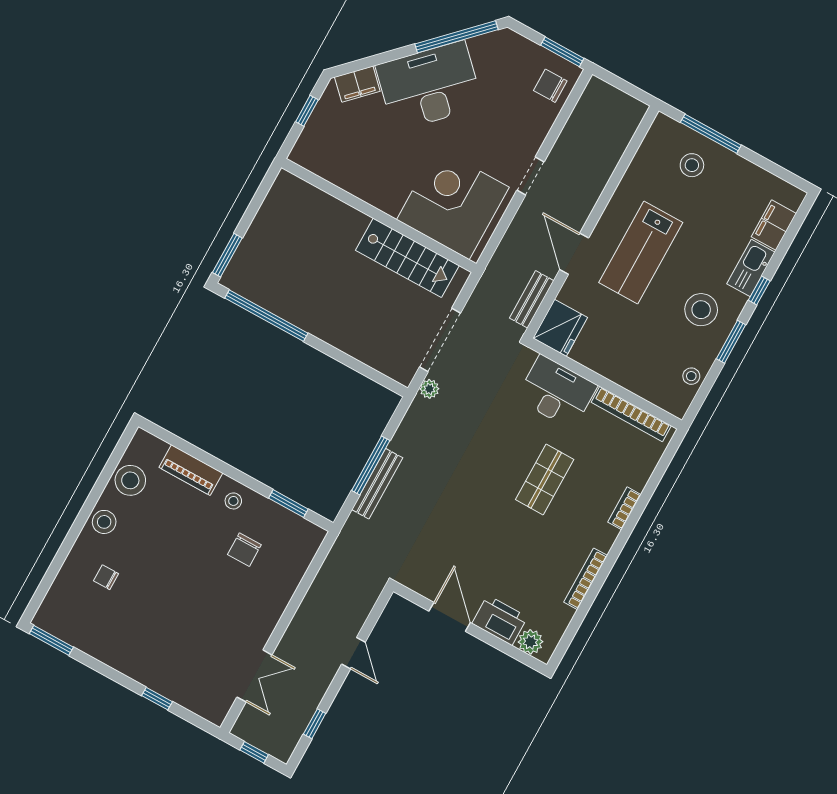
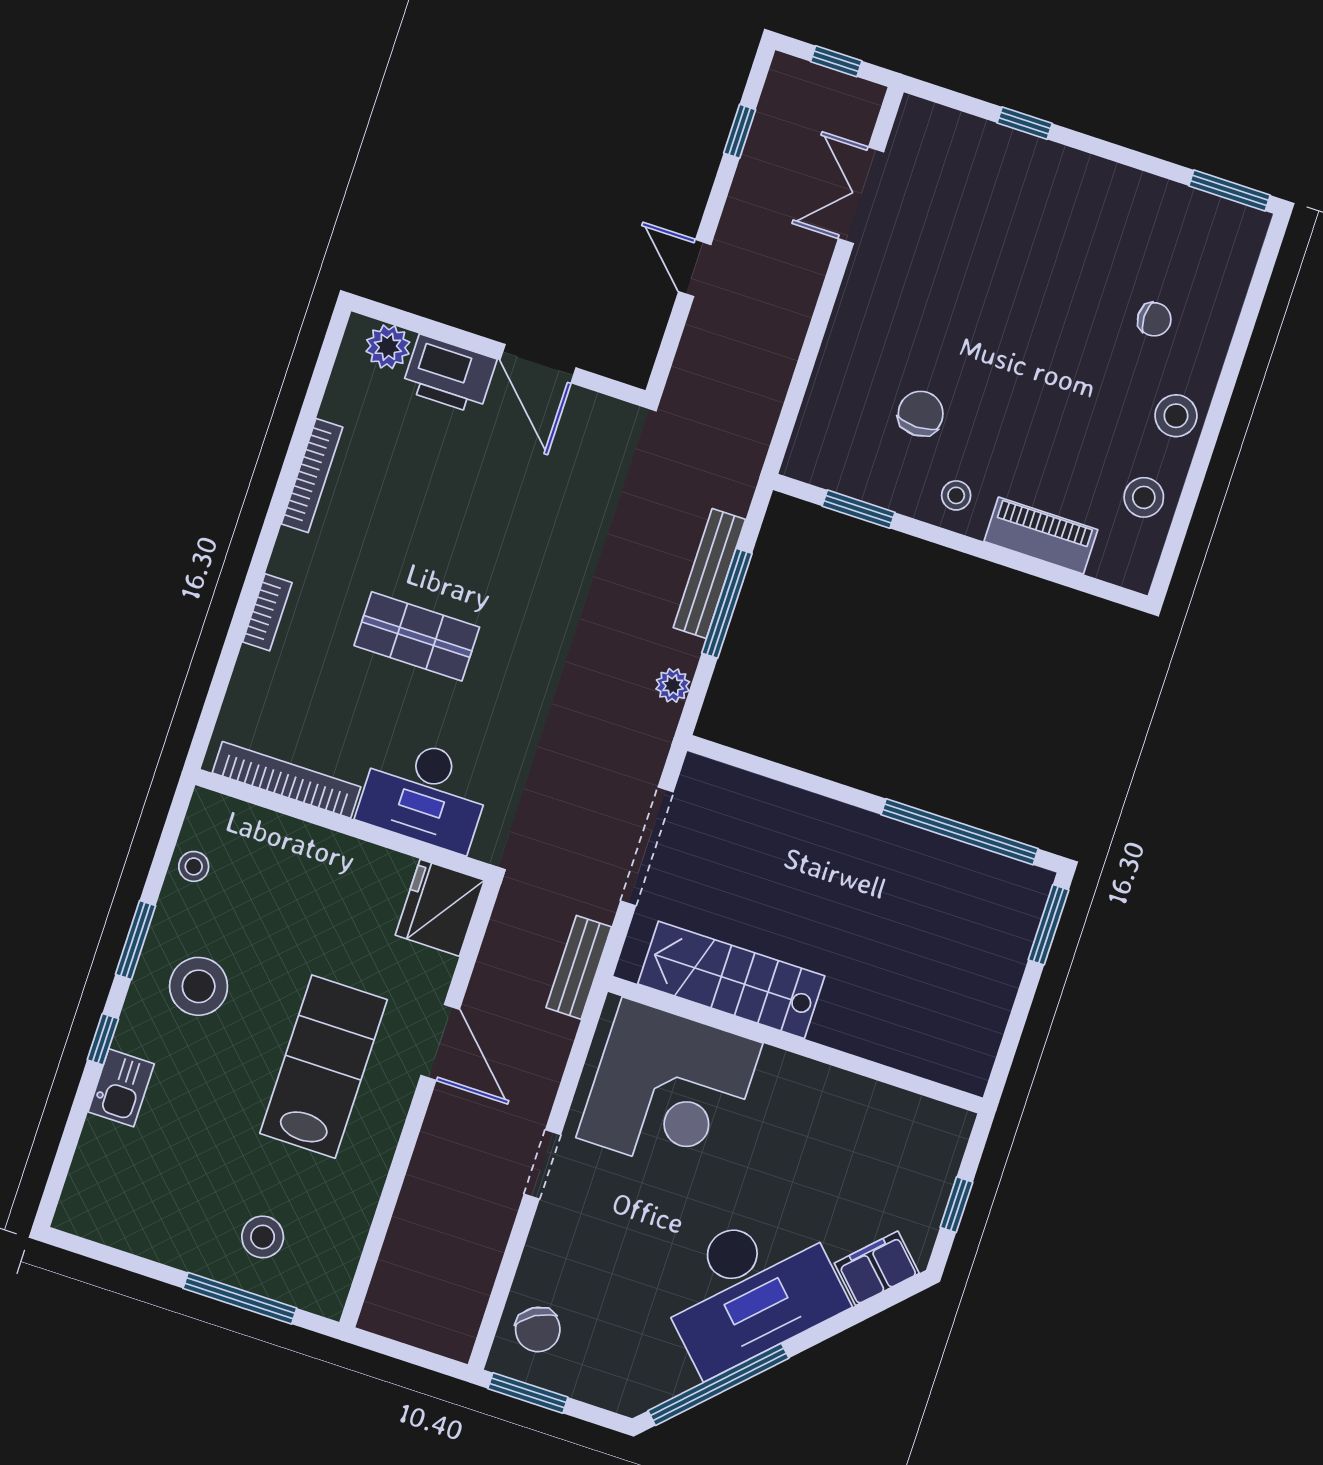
chair: (550, 86) -> (538, 1329), turned 59
filing cabinet: (774, 225) -> (99, 1159), removed
kitchen sink: (751, 268) -> (121, 1088), width x0.73
bench: (532, 299) -> (579, 967), moved
plant: (429, 389) -> (673, 685), moved
stool: (130, 480) -> (1144, 497), width x0.73, depth x0.73
shop shelf: (545, 480) -> (417, 636), turned 90

